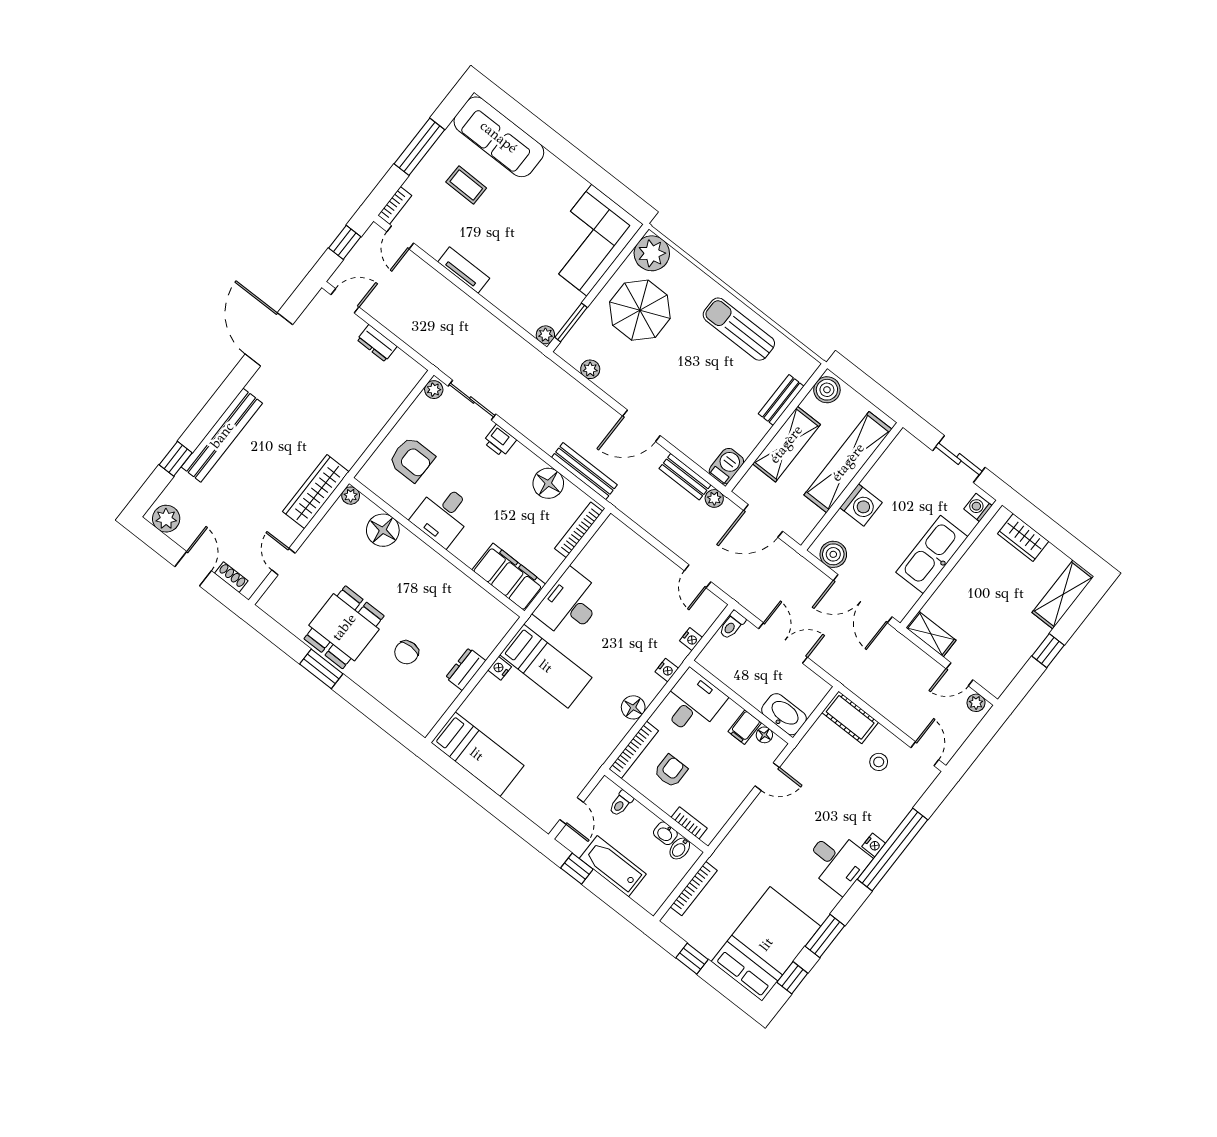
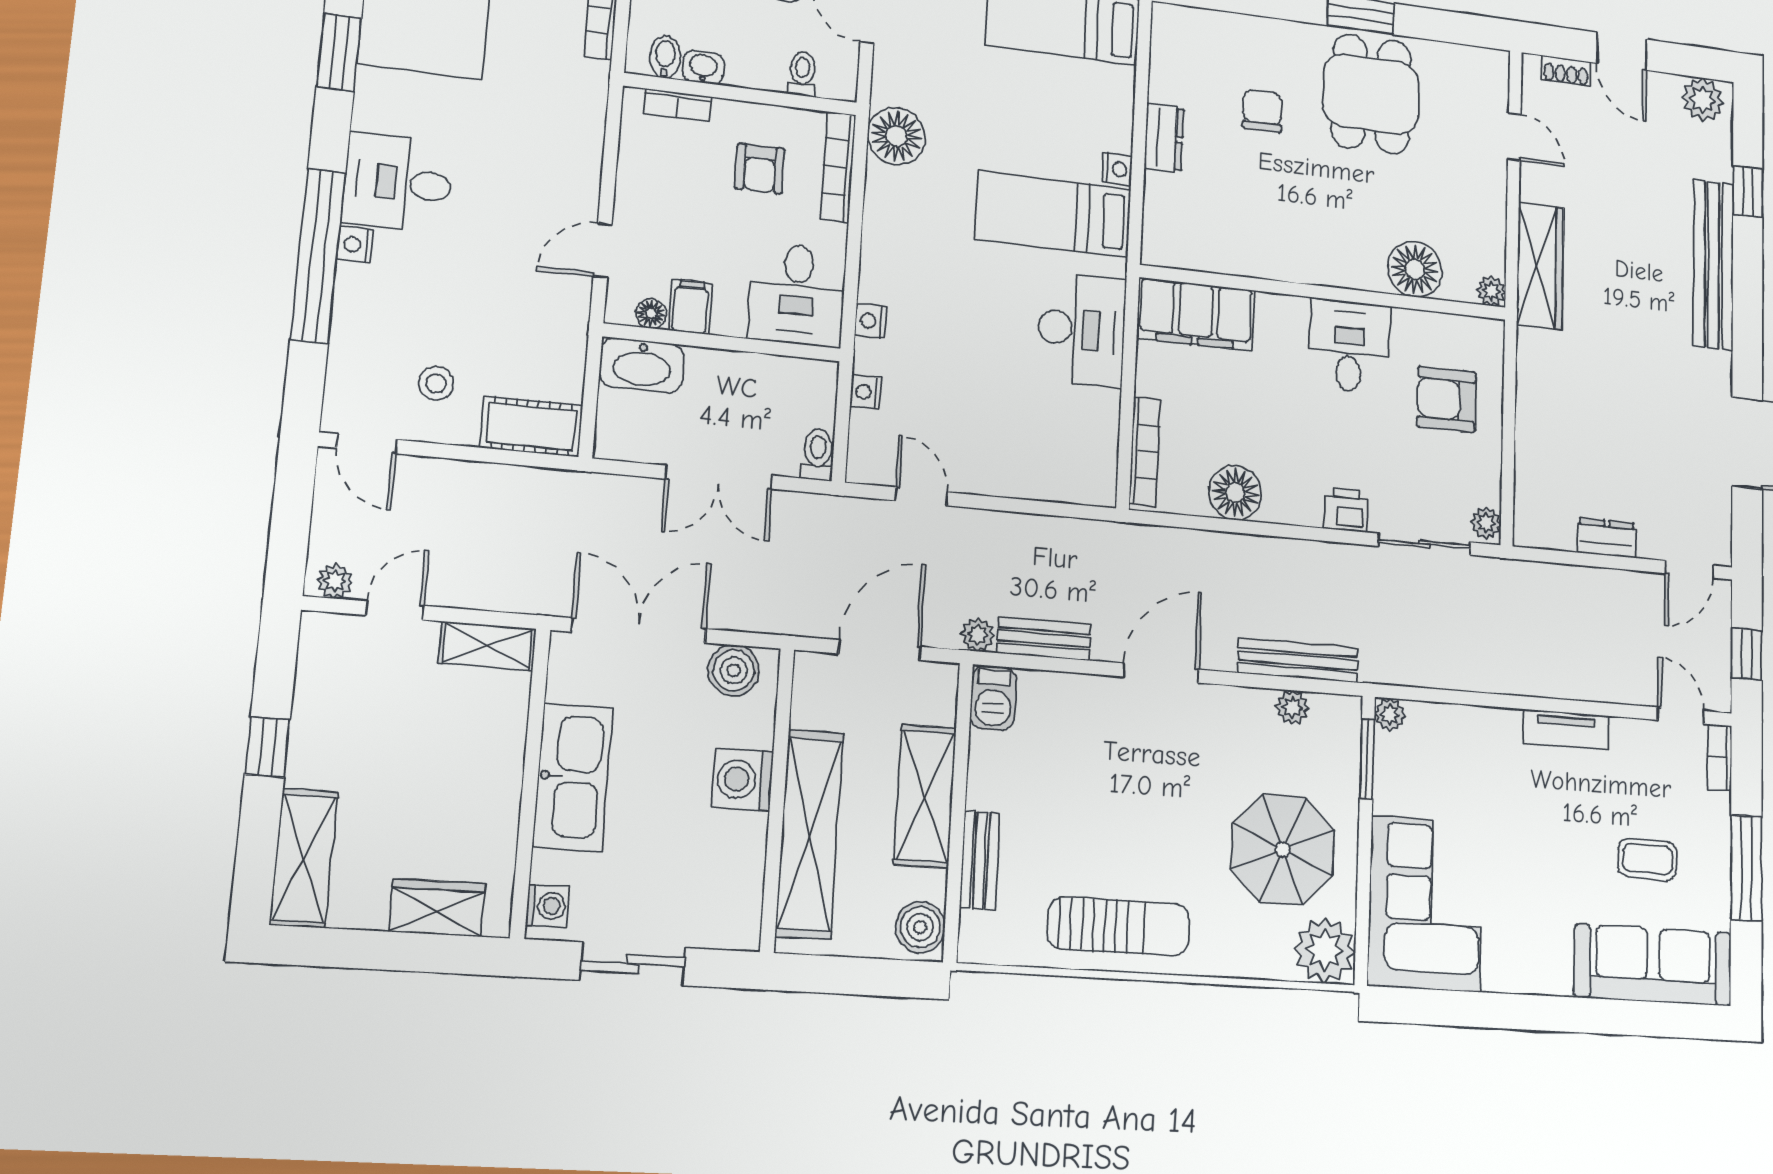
bench: (584, 471) -> (1298, 660), moved
floor lamp: (633, 707) -> (896, 136), moved, width x1.38, depth x1.38

